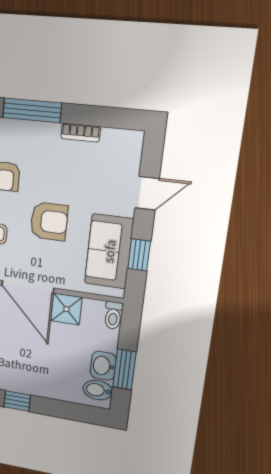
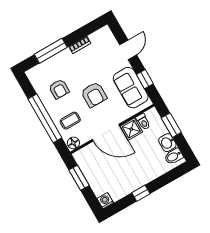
armchair: (49, 221) -> (94, 95), turned 90
toilet: (113, 315) -> (143, 122), moved
window: (124, 369) -> (171, 125), moved

